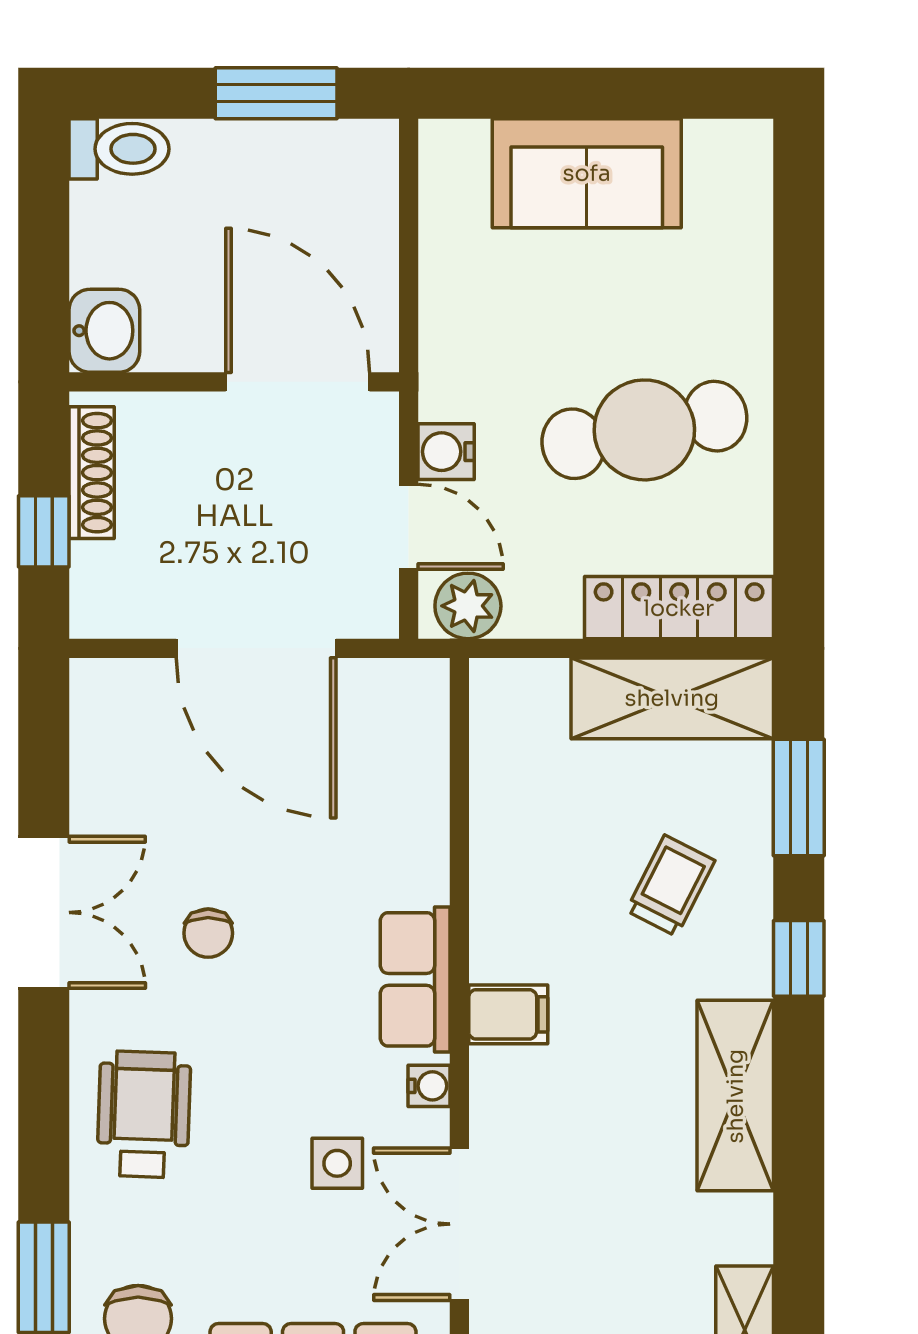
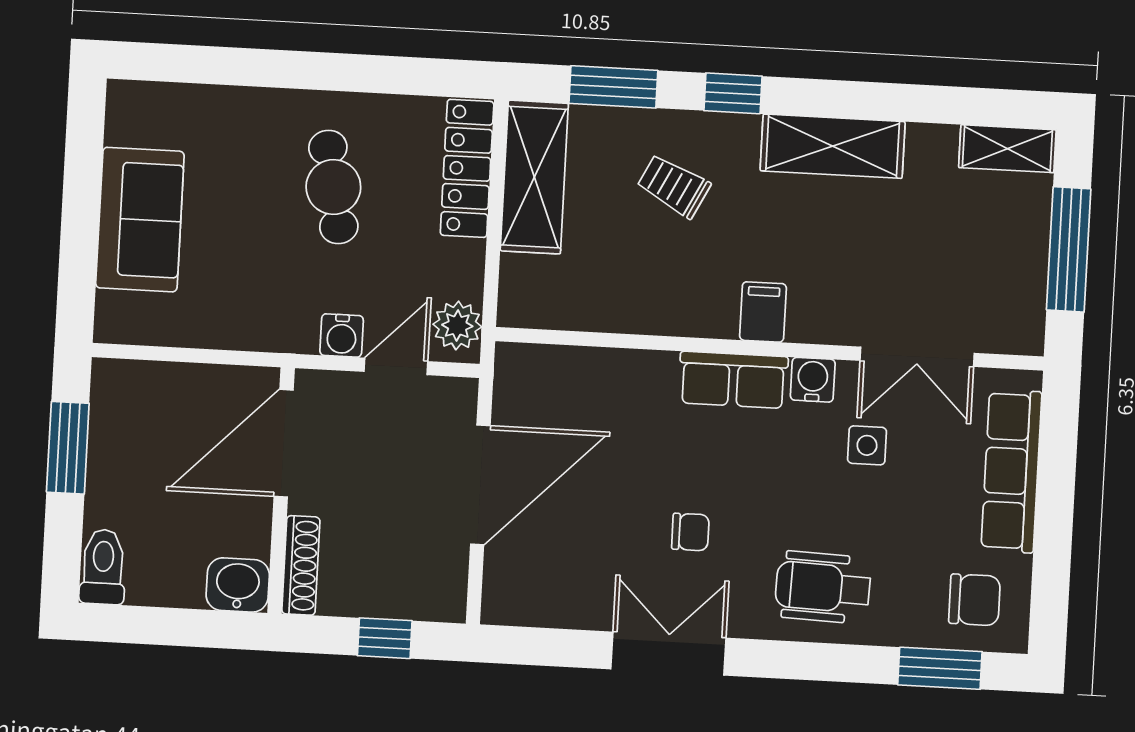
cafe table: (644, 430) -> (333, 187), width x0.73, depth x0.74
shoe rack: (92, 473) -> (301, 565), moved, turned 90
water cooler: (429, 1086) -> (813, 380), width x1.38, depth x1.38

